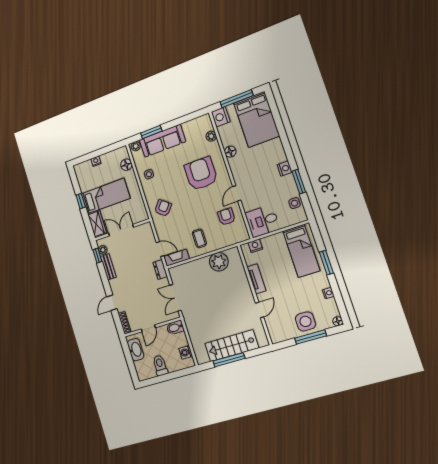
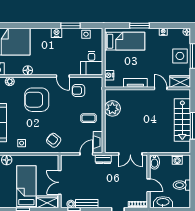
wardrobe: (275, 330) -> (180, 81), added

